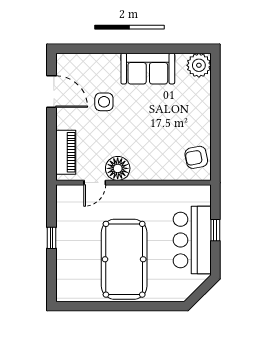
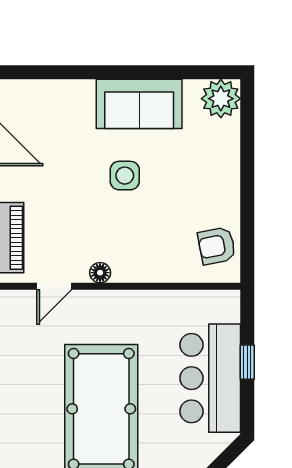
side table: (104, 102) -> (125, 176), moved
floor lamp: (118, 168) -> (100, 273), width x0.53, depth x0.53

